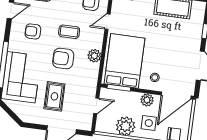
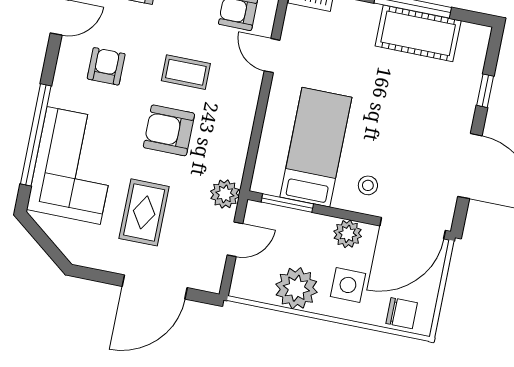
door: (108, 22) -> (272, 56), hinge flipped
armchair: (33, 31) -> (106, 66), turned 90
plant: (94, 56) -> (225, 194), moved
bed: (124, 61) -> (316, 147), width x0.67

